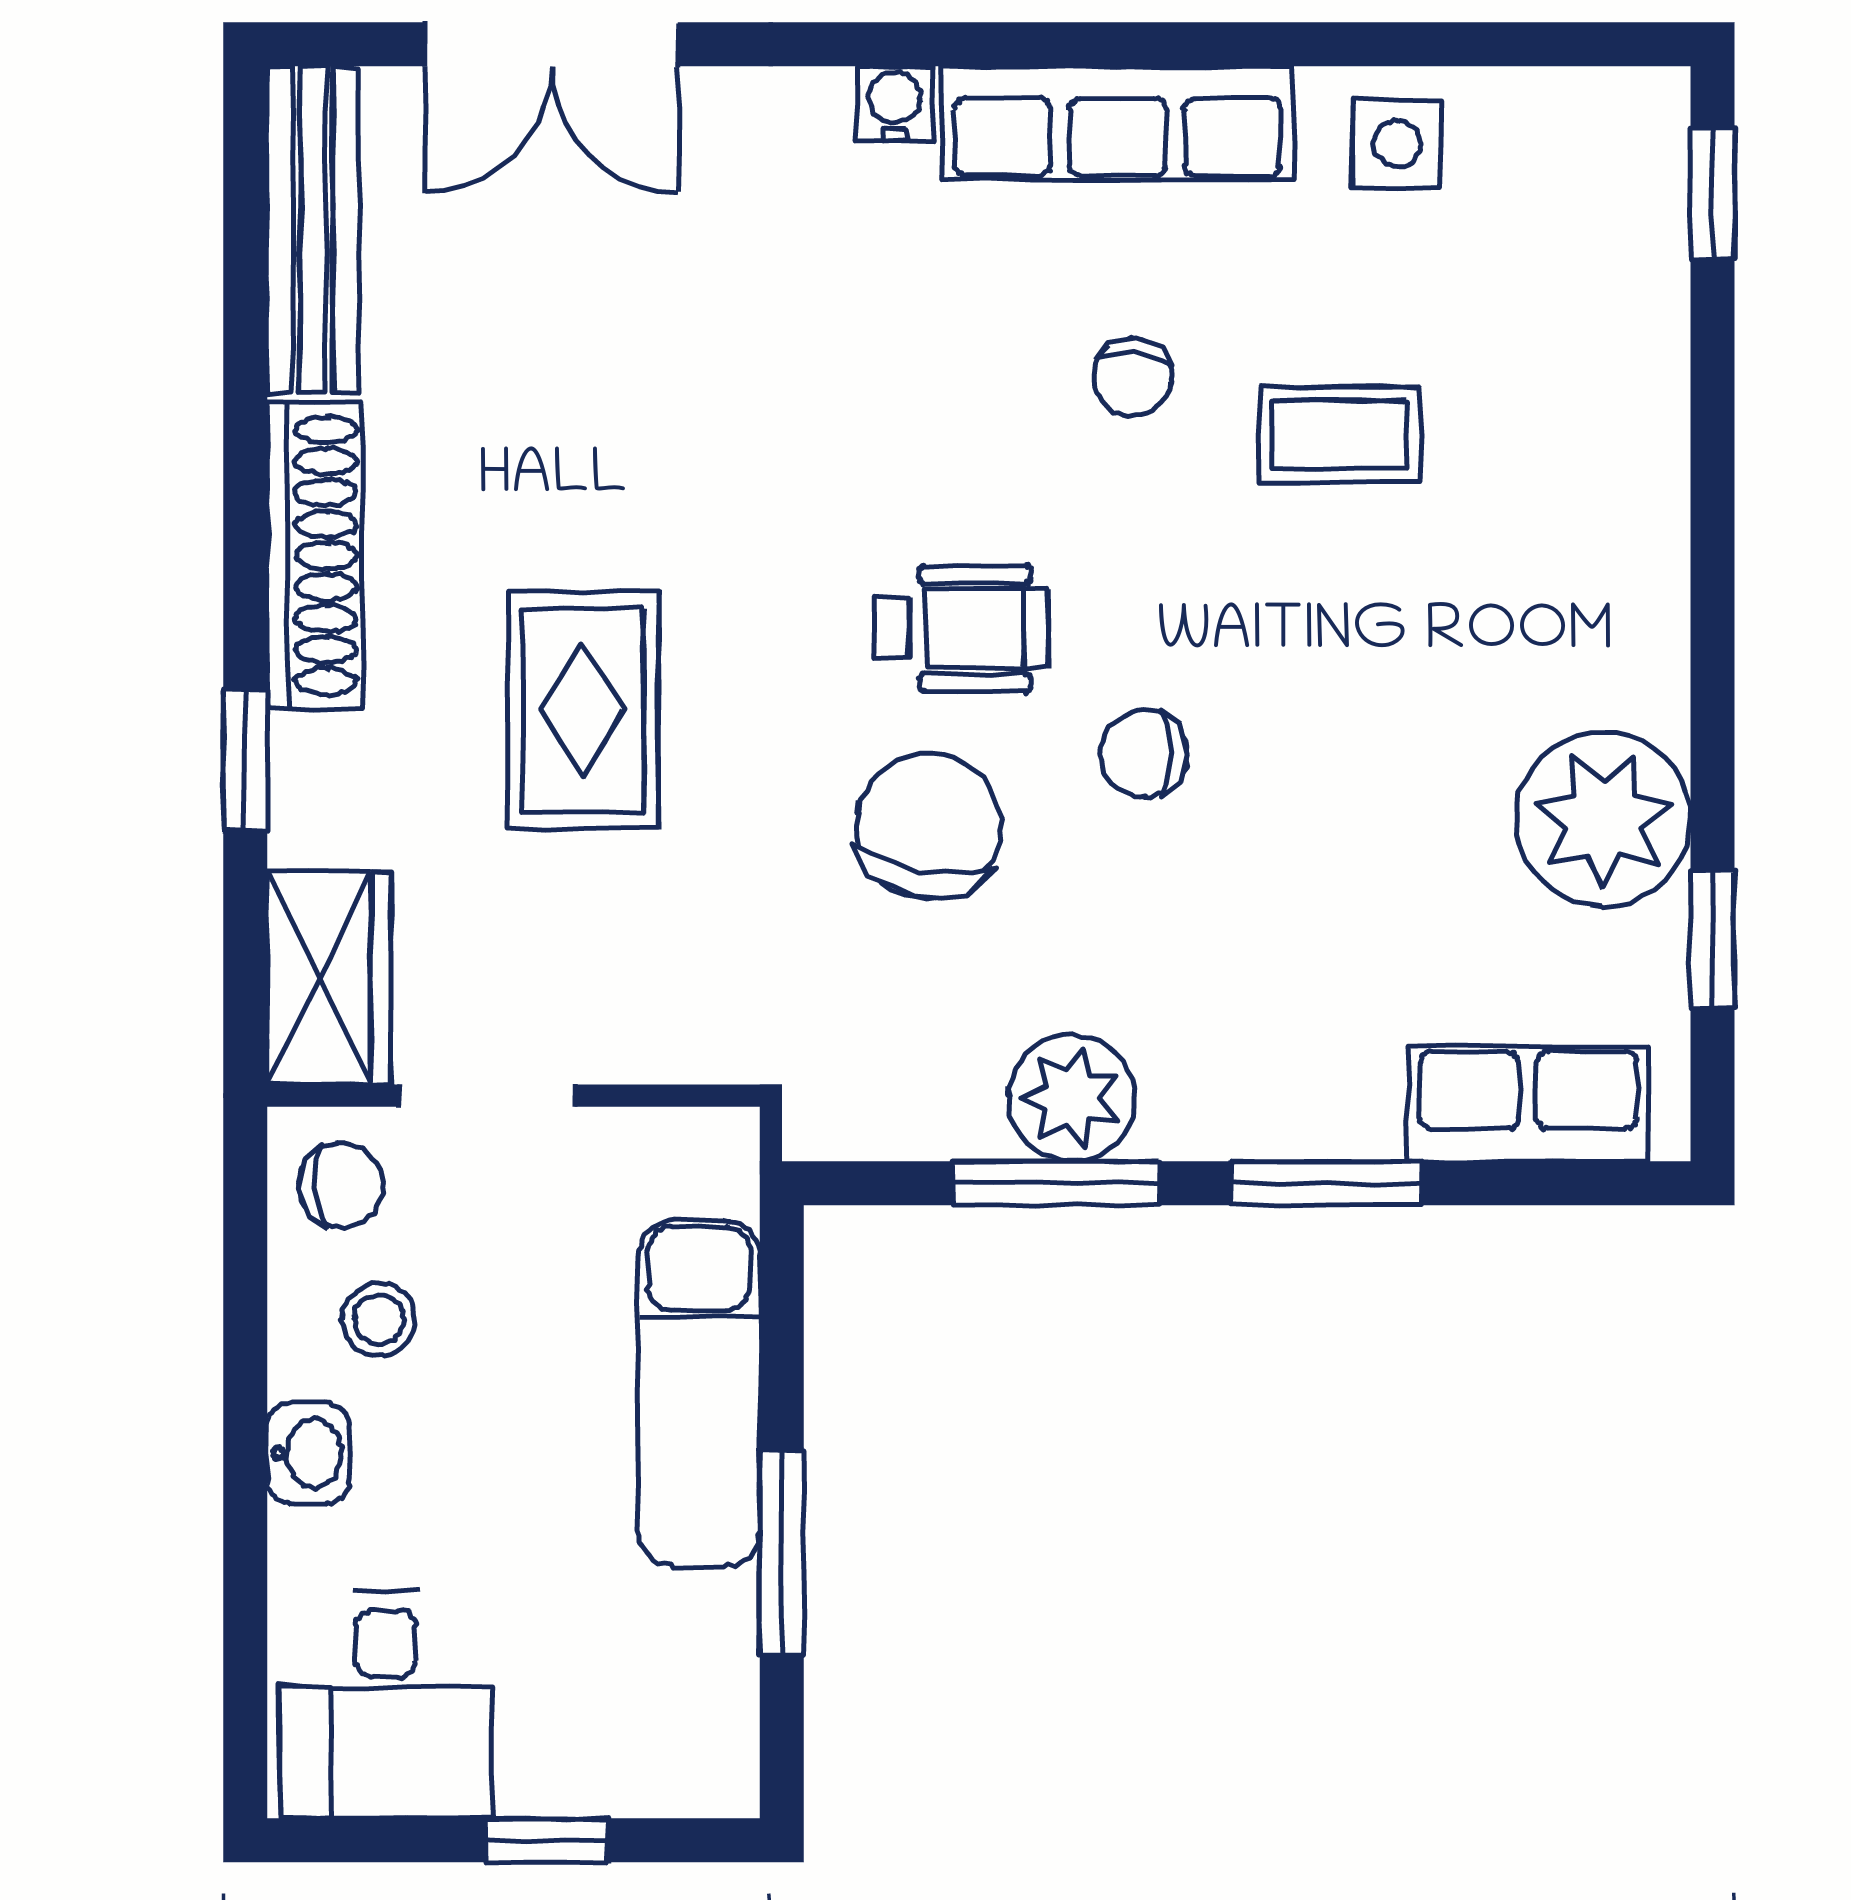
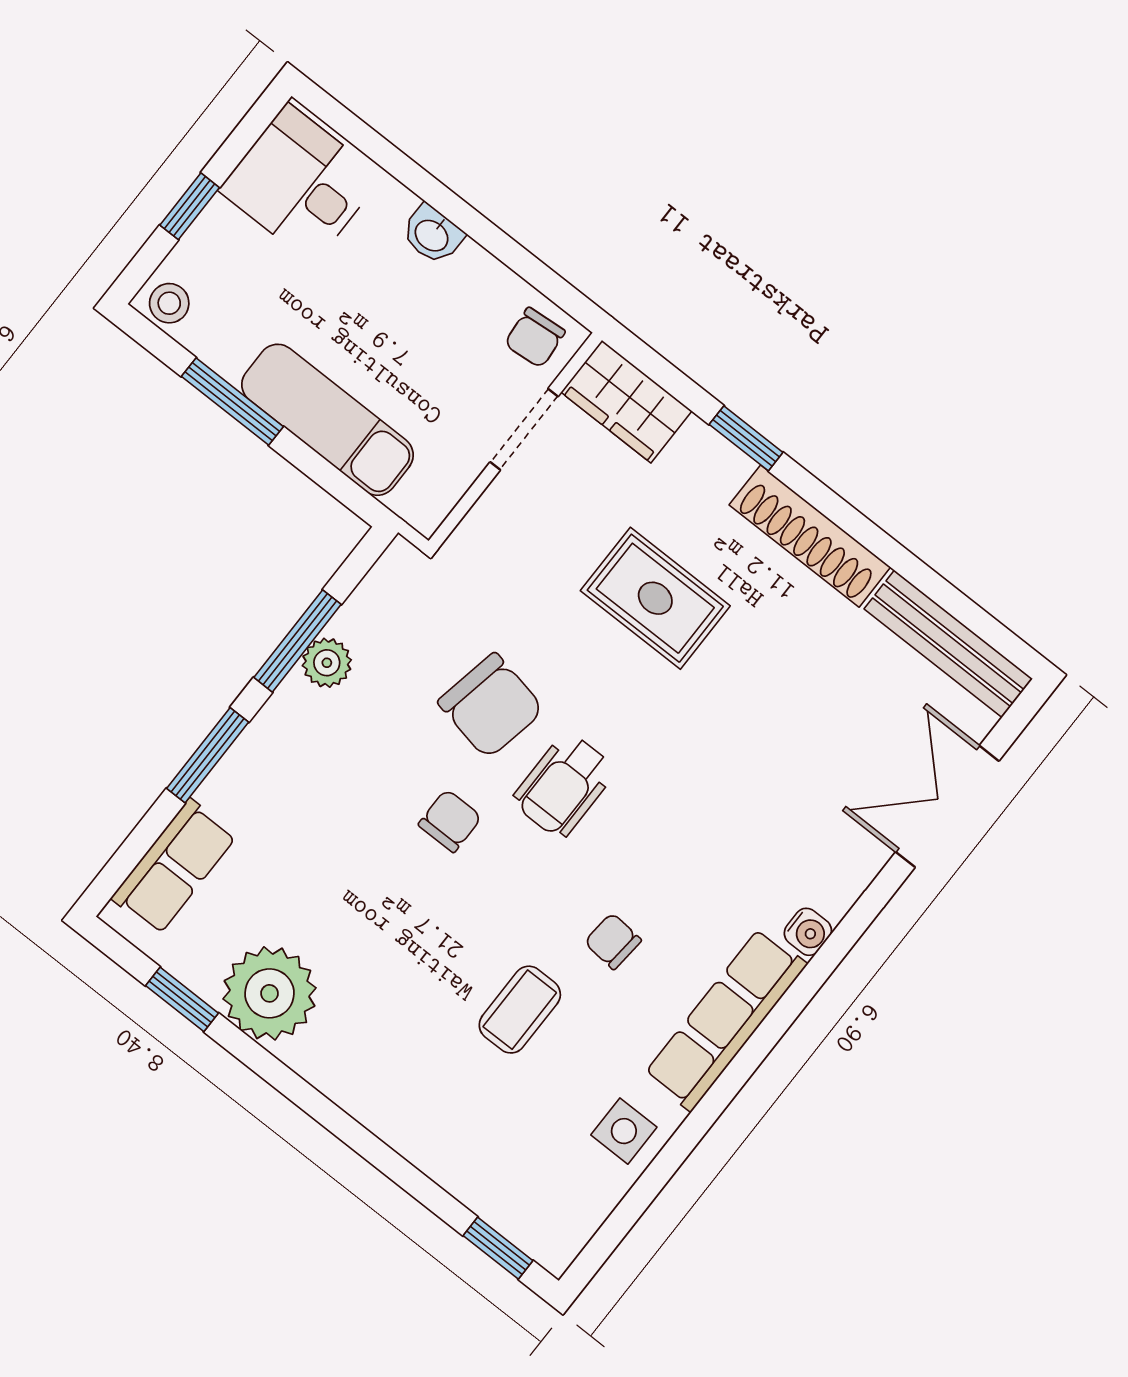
plant: (1072, 1098) -> (327, 663), width x0.73, depth x0.73
stool: (379, 1320) -> (169, 303), moved

